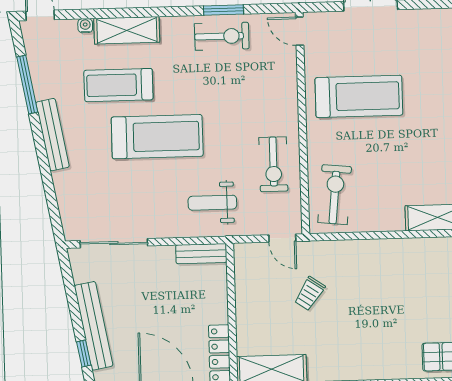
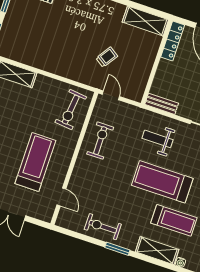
window: (223, 10) -> (117, 249), moved
door: (300, 31) -> (61, 197), moved
treadmill: (359, 96) -> (35, 162), turned 90
weight bench: (212, 203) -> (158, 139), moved, turned 180

